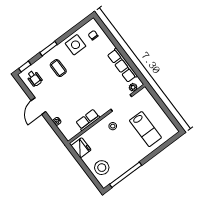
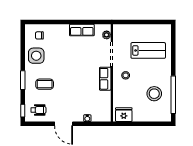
row of seats: (122, 65) -> (82, 30), width x0.68
row of seats: (88, 120) -> (105, 79), moved
stool: (102, 168) -> (154, 94), moved

